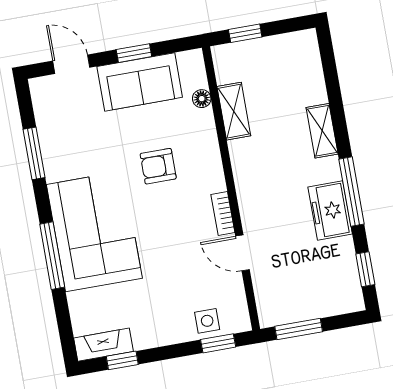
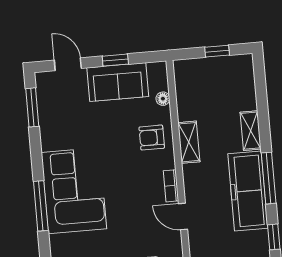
window: (245, 33) -> (217, 51), moved
shelving: (234, 111) -> (189, 142), moved
window: (34, 153) -> (32, 107), moved
armchair: (158, 166) -> (152, 138), moved
freezer: (330, 210) -> (248, 191), width x1.91, depth x1.26

